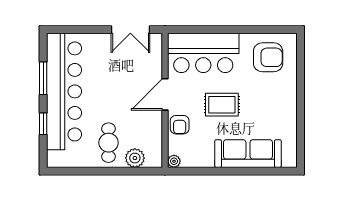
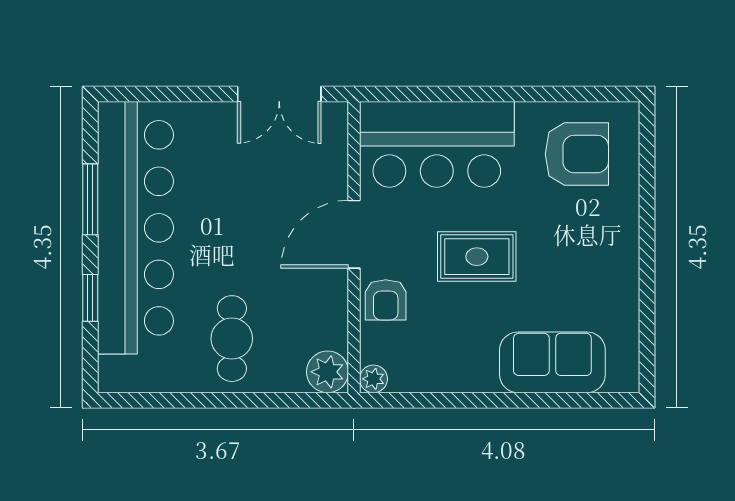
sofa: (248, 154) -> (552, 362), width x0.73
plant: (135, 158) -> (328, 372), moved

